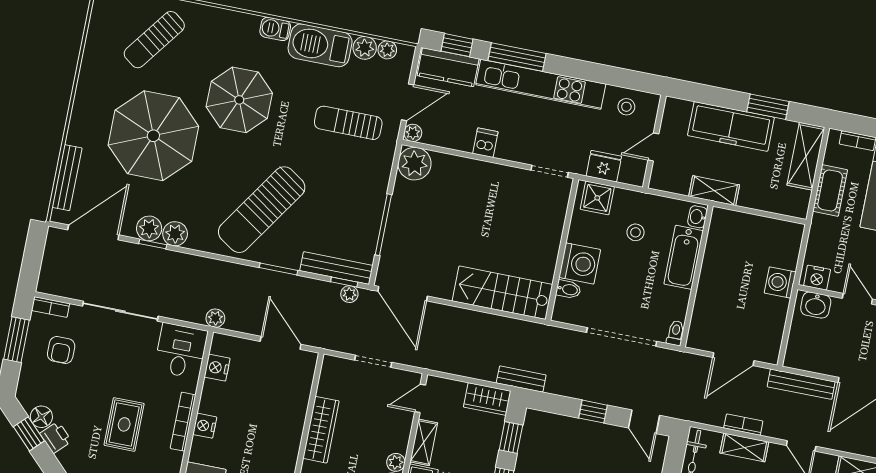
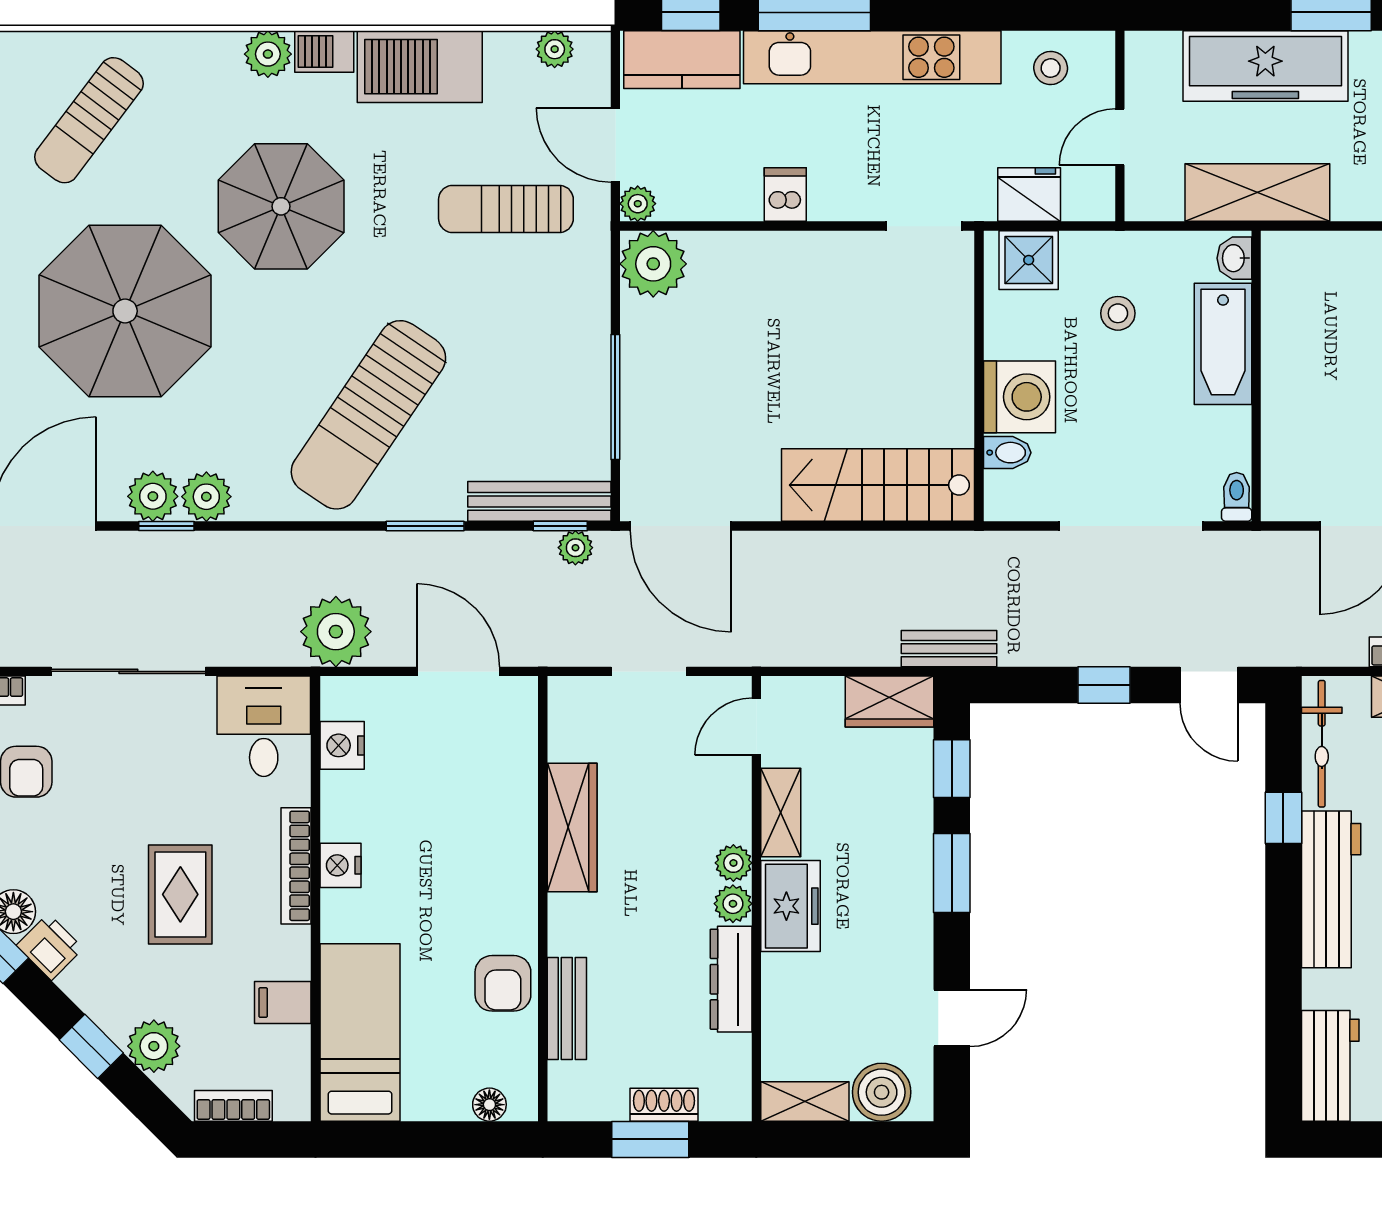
plant: (365, 48) -> (268, 54), moved
door: (408, 102) -> (615, 145), swing flipped
shelving: (714, 191) -> (1257, 193), width x1.50, depth x1.33
plant: (215, 318) -> (336, 632), width x1.87, depth x1.87

